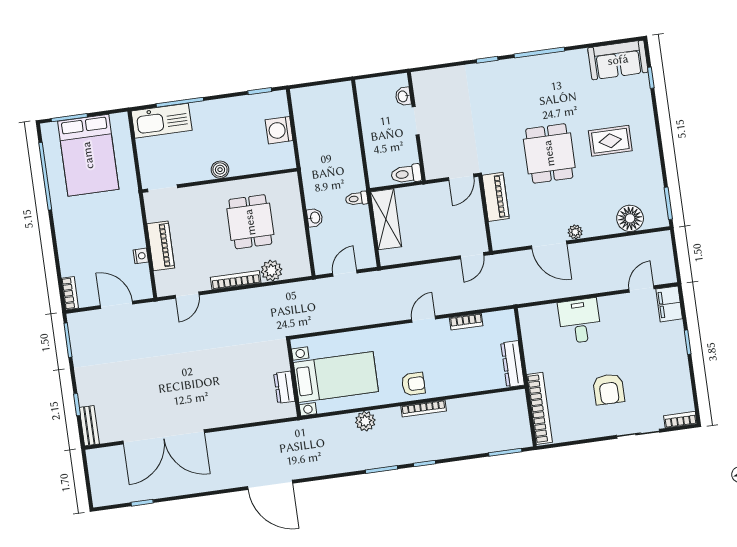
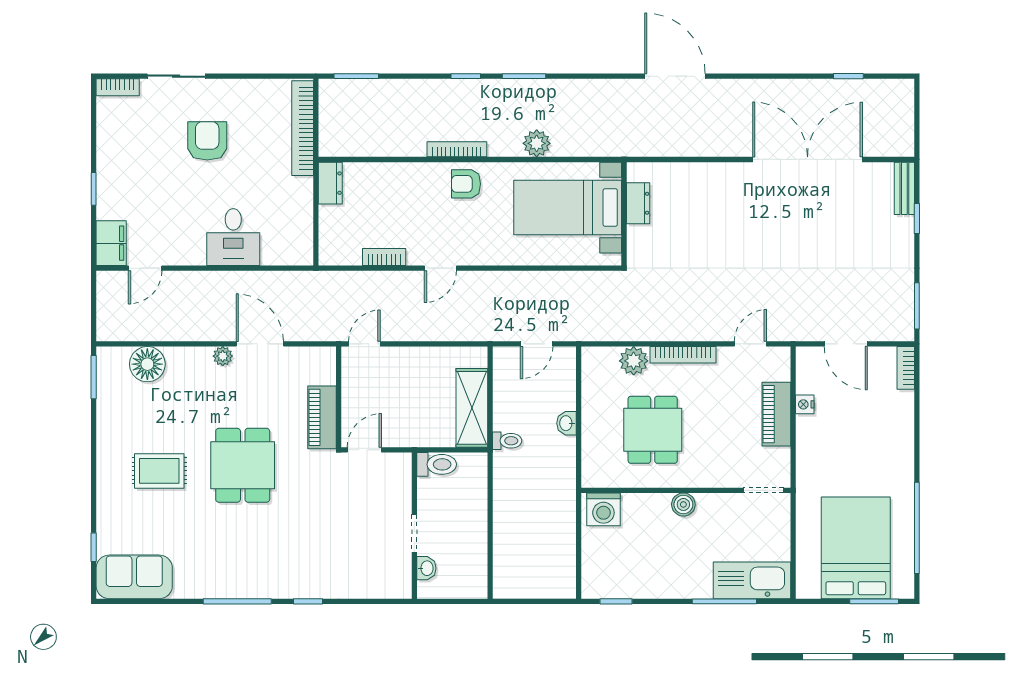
washing machine: (279, 130) -> (603, 509), moved, turned 90
dresser: (513, 364) -> (330, 183), width x0.70

